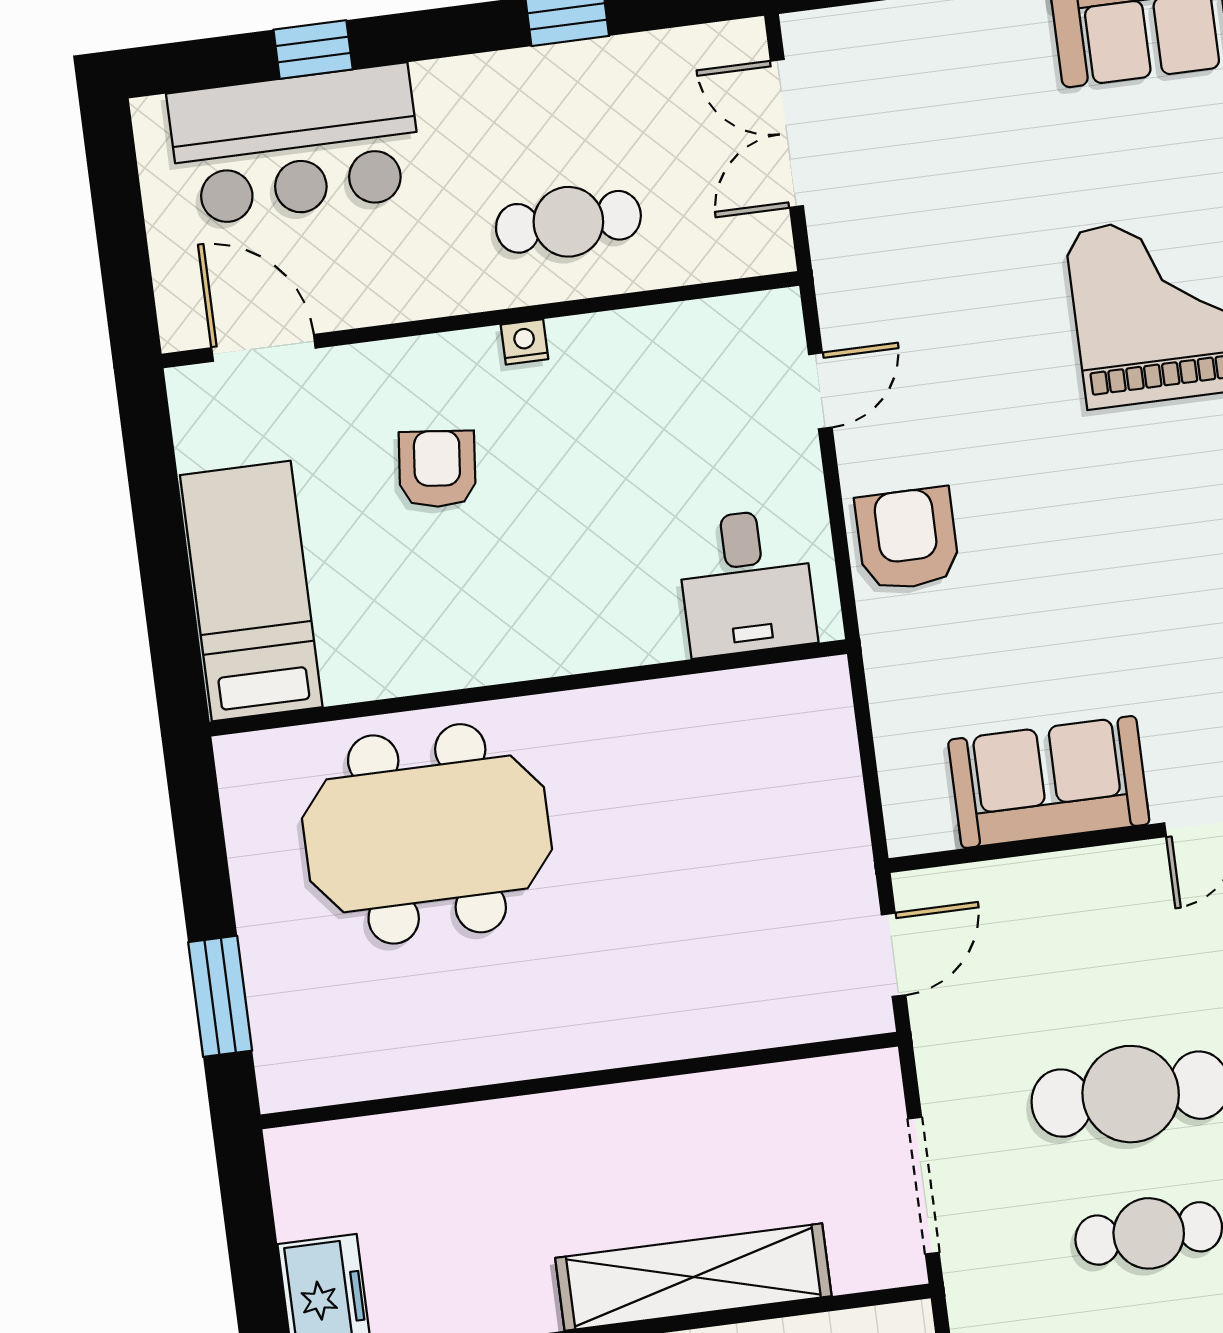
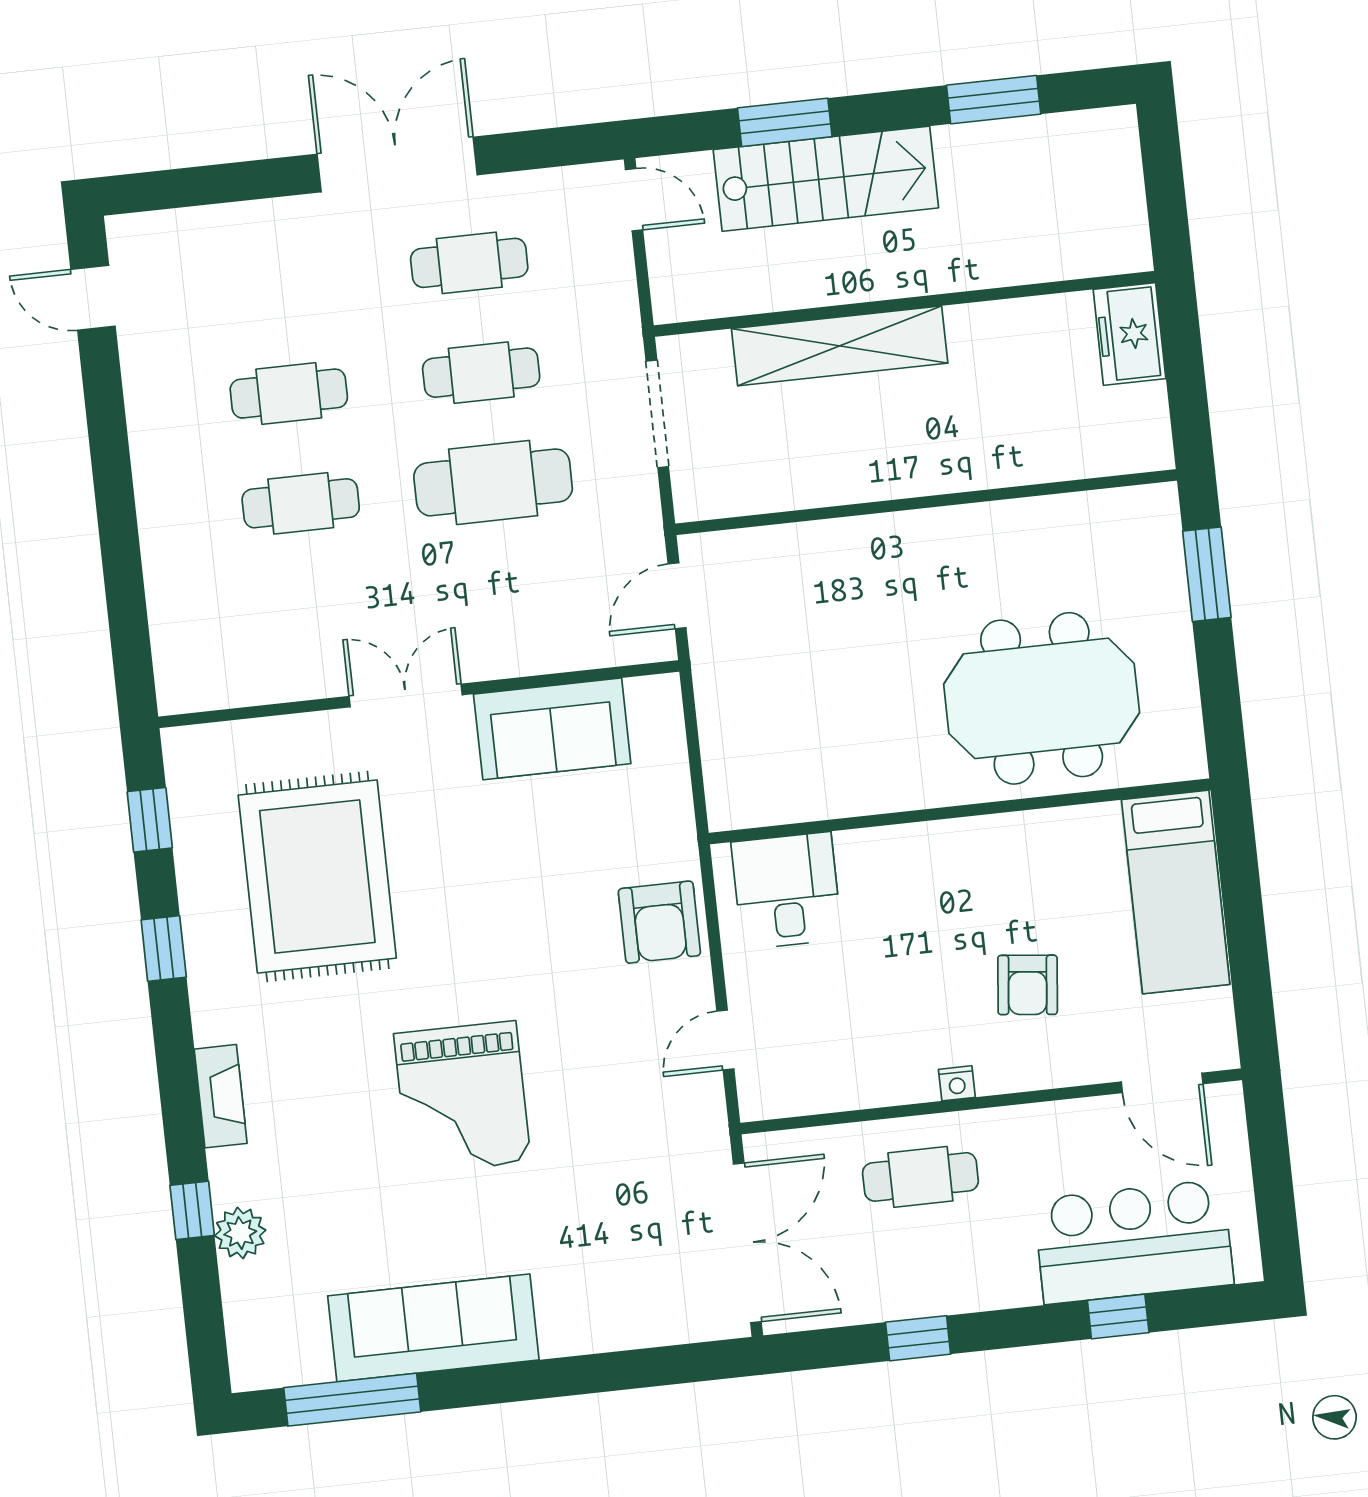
double door: (787, 133) -> (747, 1243), width x1.37

